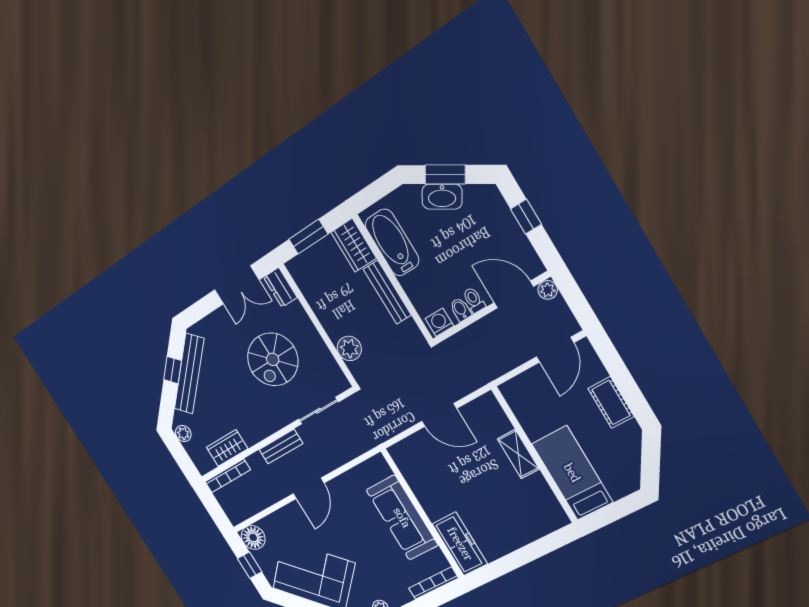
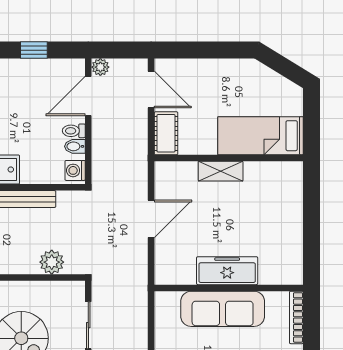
cot: (611, 402) -> (166, 133), moved, turned 90
freezer: (460, 544) -> (227, 271), moved

